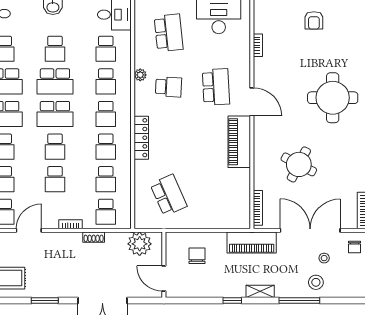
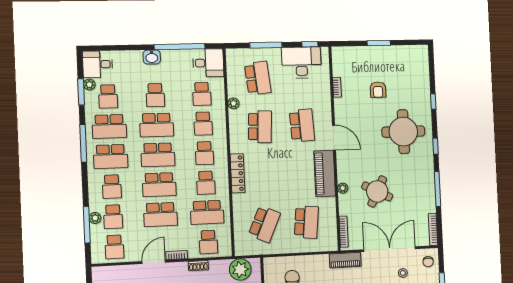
armchair: (314, 20) -> (378, 90), moved
plant: (140, 75) -> (233, 103), moved
school desk: (169, 87) -> (260, 127), width x1.85
school desk: (55, 147) -> (159, 185), width x1.85
plant: (259, 159) -> (343, 188), added
school desk: (55, 179) -> (160, 215), width x1.85
school desk: (106, 179) -> (207, 212), width x1.85
school desk: (169, 195) -> (264, 224), turned 48
school desk: (216, 195) -> (306, 222), added
door: (29, 230) -> (154, 262), moved
piano: (252, 242) -> (345, 260), width x0.73, depth x0.75

